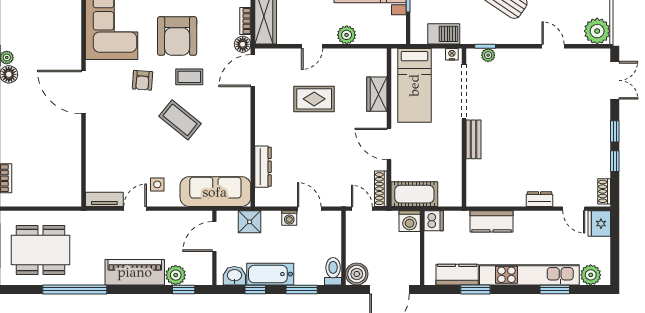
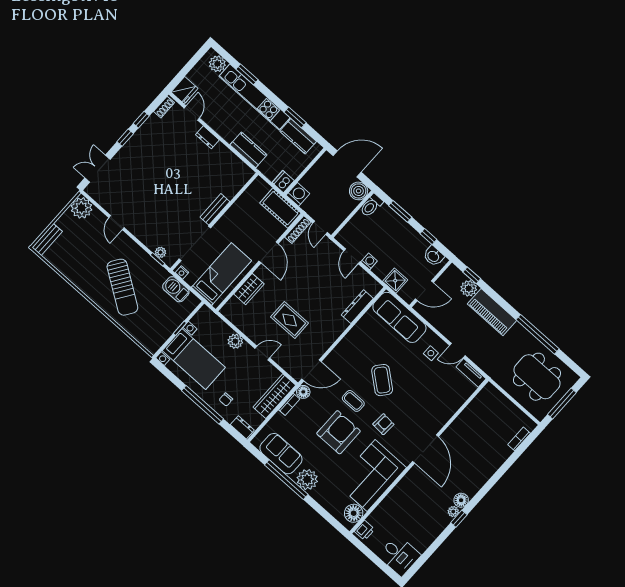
bathtub: (270, 274) -> (411, 238), removed

